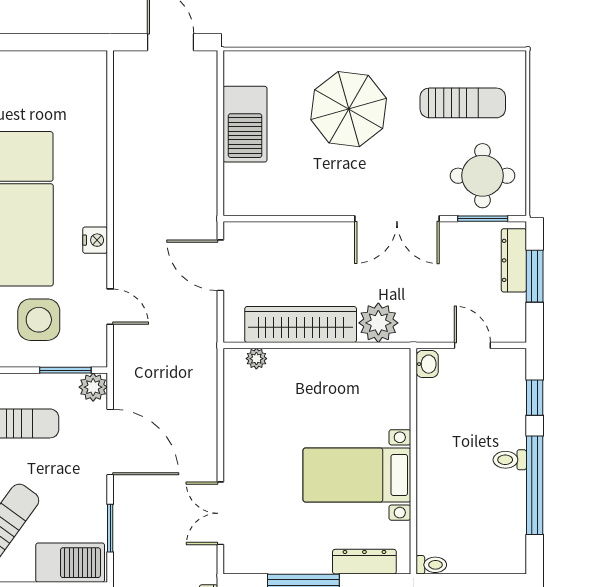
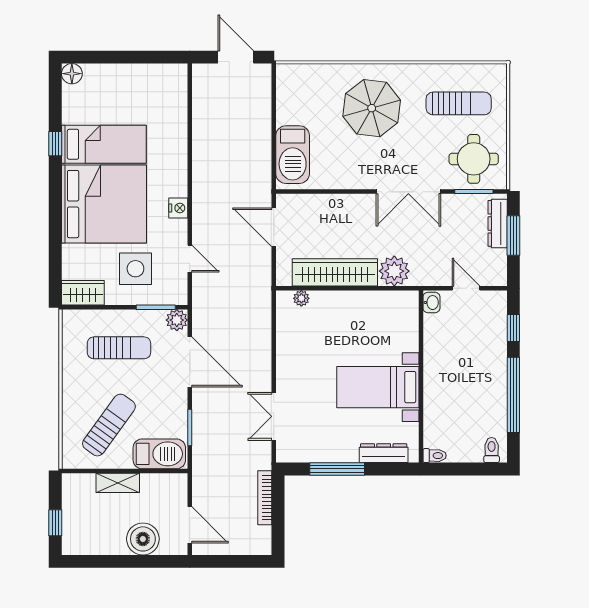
barbecue: (245, 124) -> (293, 155), moved
toilet: (510, 460) -> (492, 450), moved, turned 90

